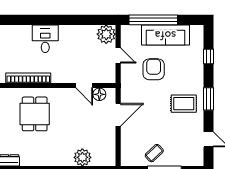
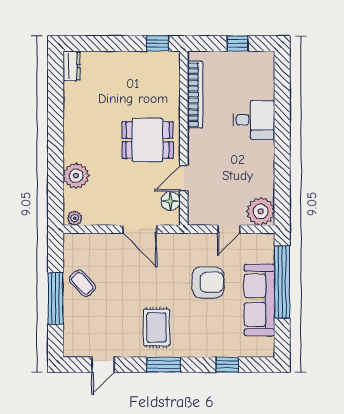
dining table: (35, 114) -> (148, 140), moved
plant: (111, 158) -> (75, 218), added

